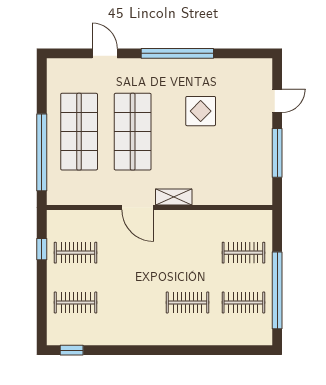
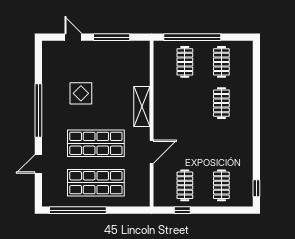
window: (42, 152) -> (78, 210), moved
shelving: (174, 197) -> (142, 106), width x1.50, depth x1.33
door: (138, 207) -> (152, 152), moved
window: (277, 290) -> (192, 37), moved

